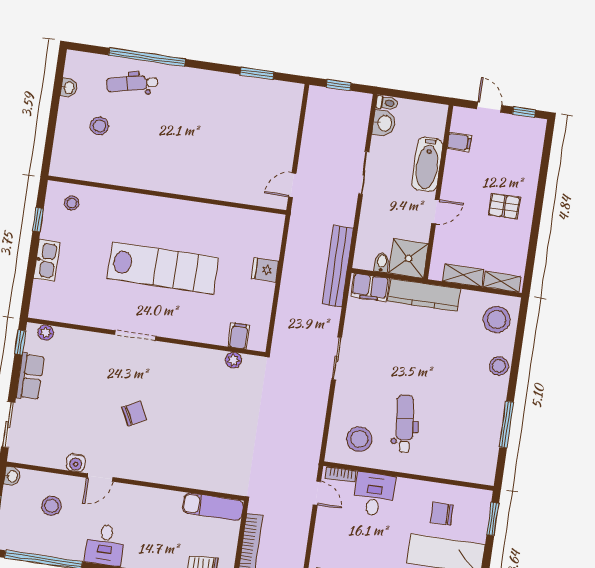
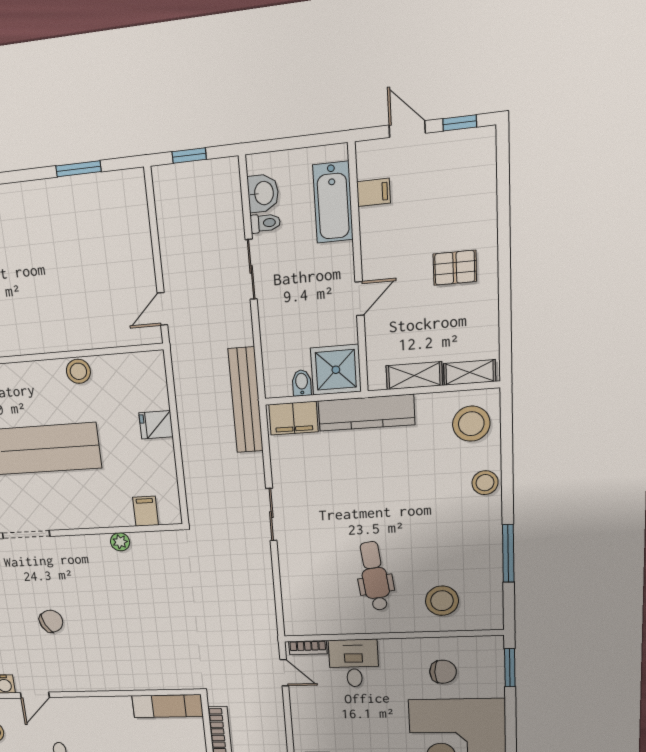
toilet: (387, 103) -> (265, 223), moved
bathtub: (427, 164) -> (333, 202), moved
stool: (216, 216) -> (78, 371), added
plant: (233, 360) -> (120, 542), moved
stool: (359, 439) -> (442, 601), moved
chair: (442, 514) -> (443, 672), turned 180

